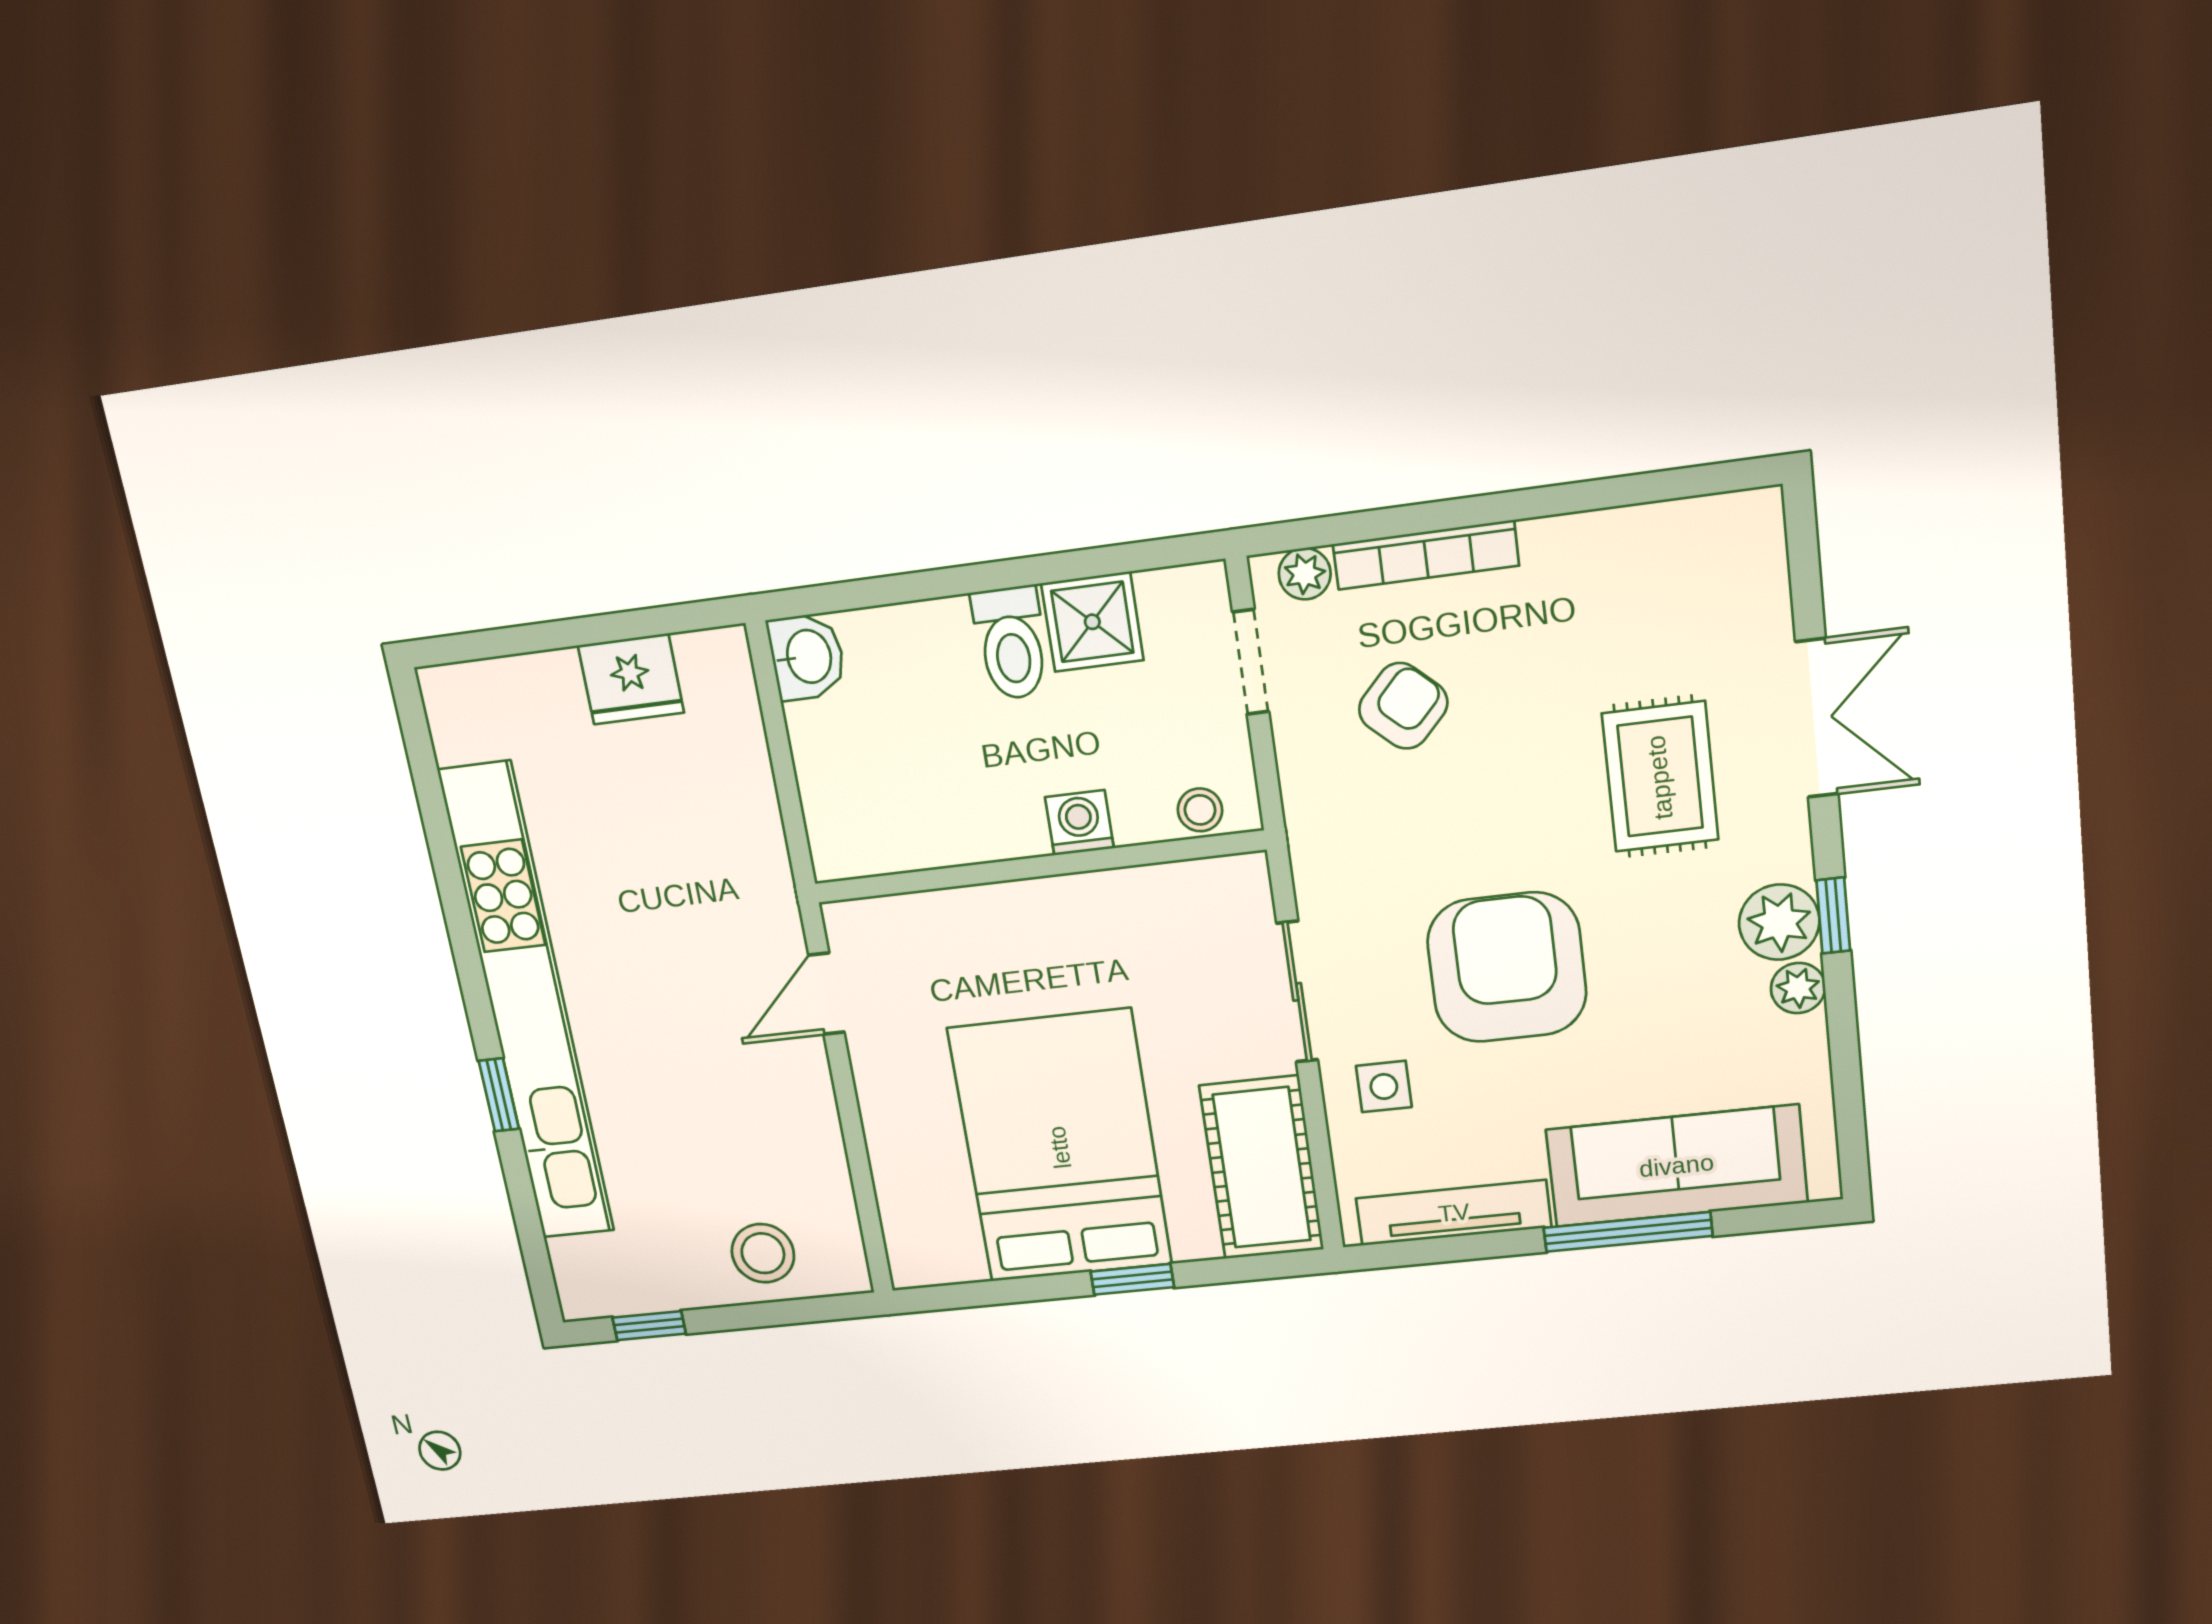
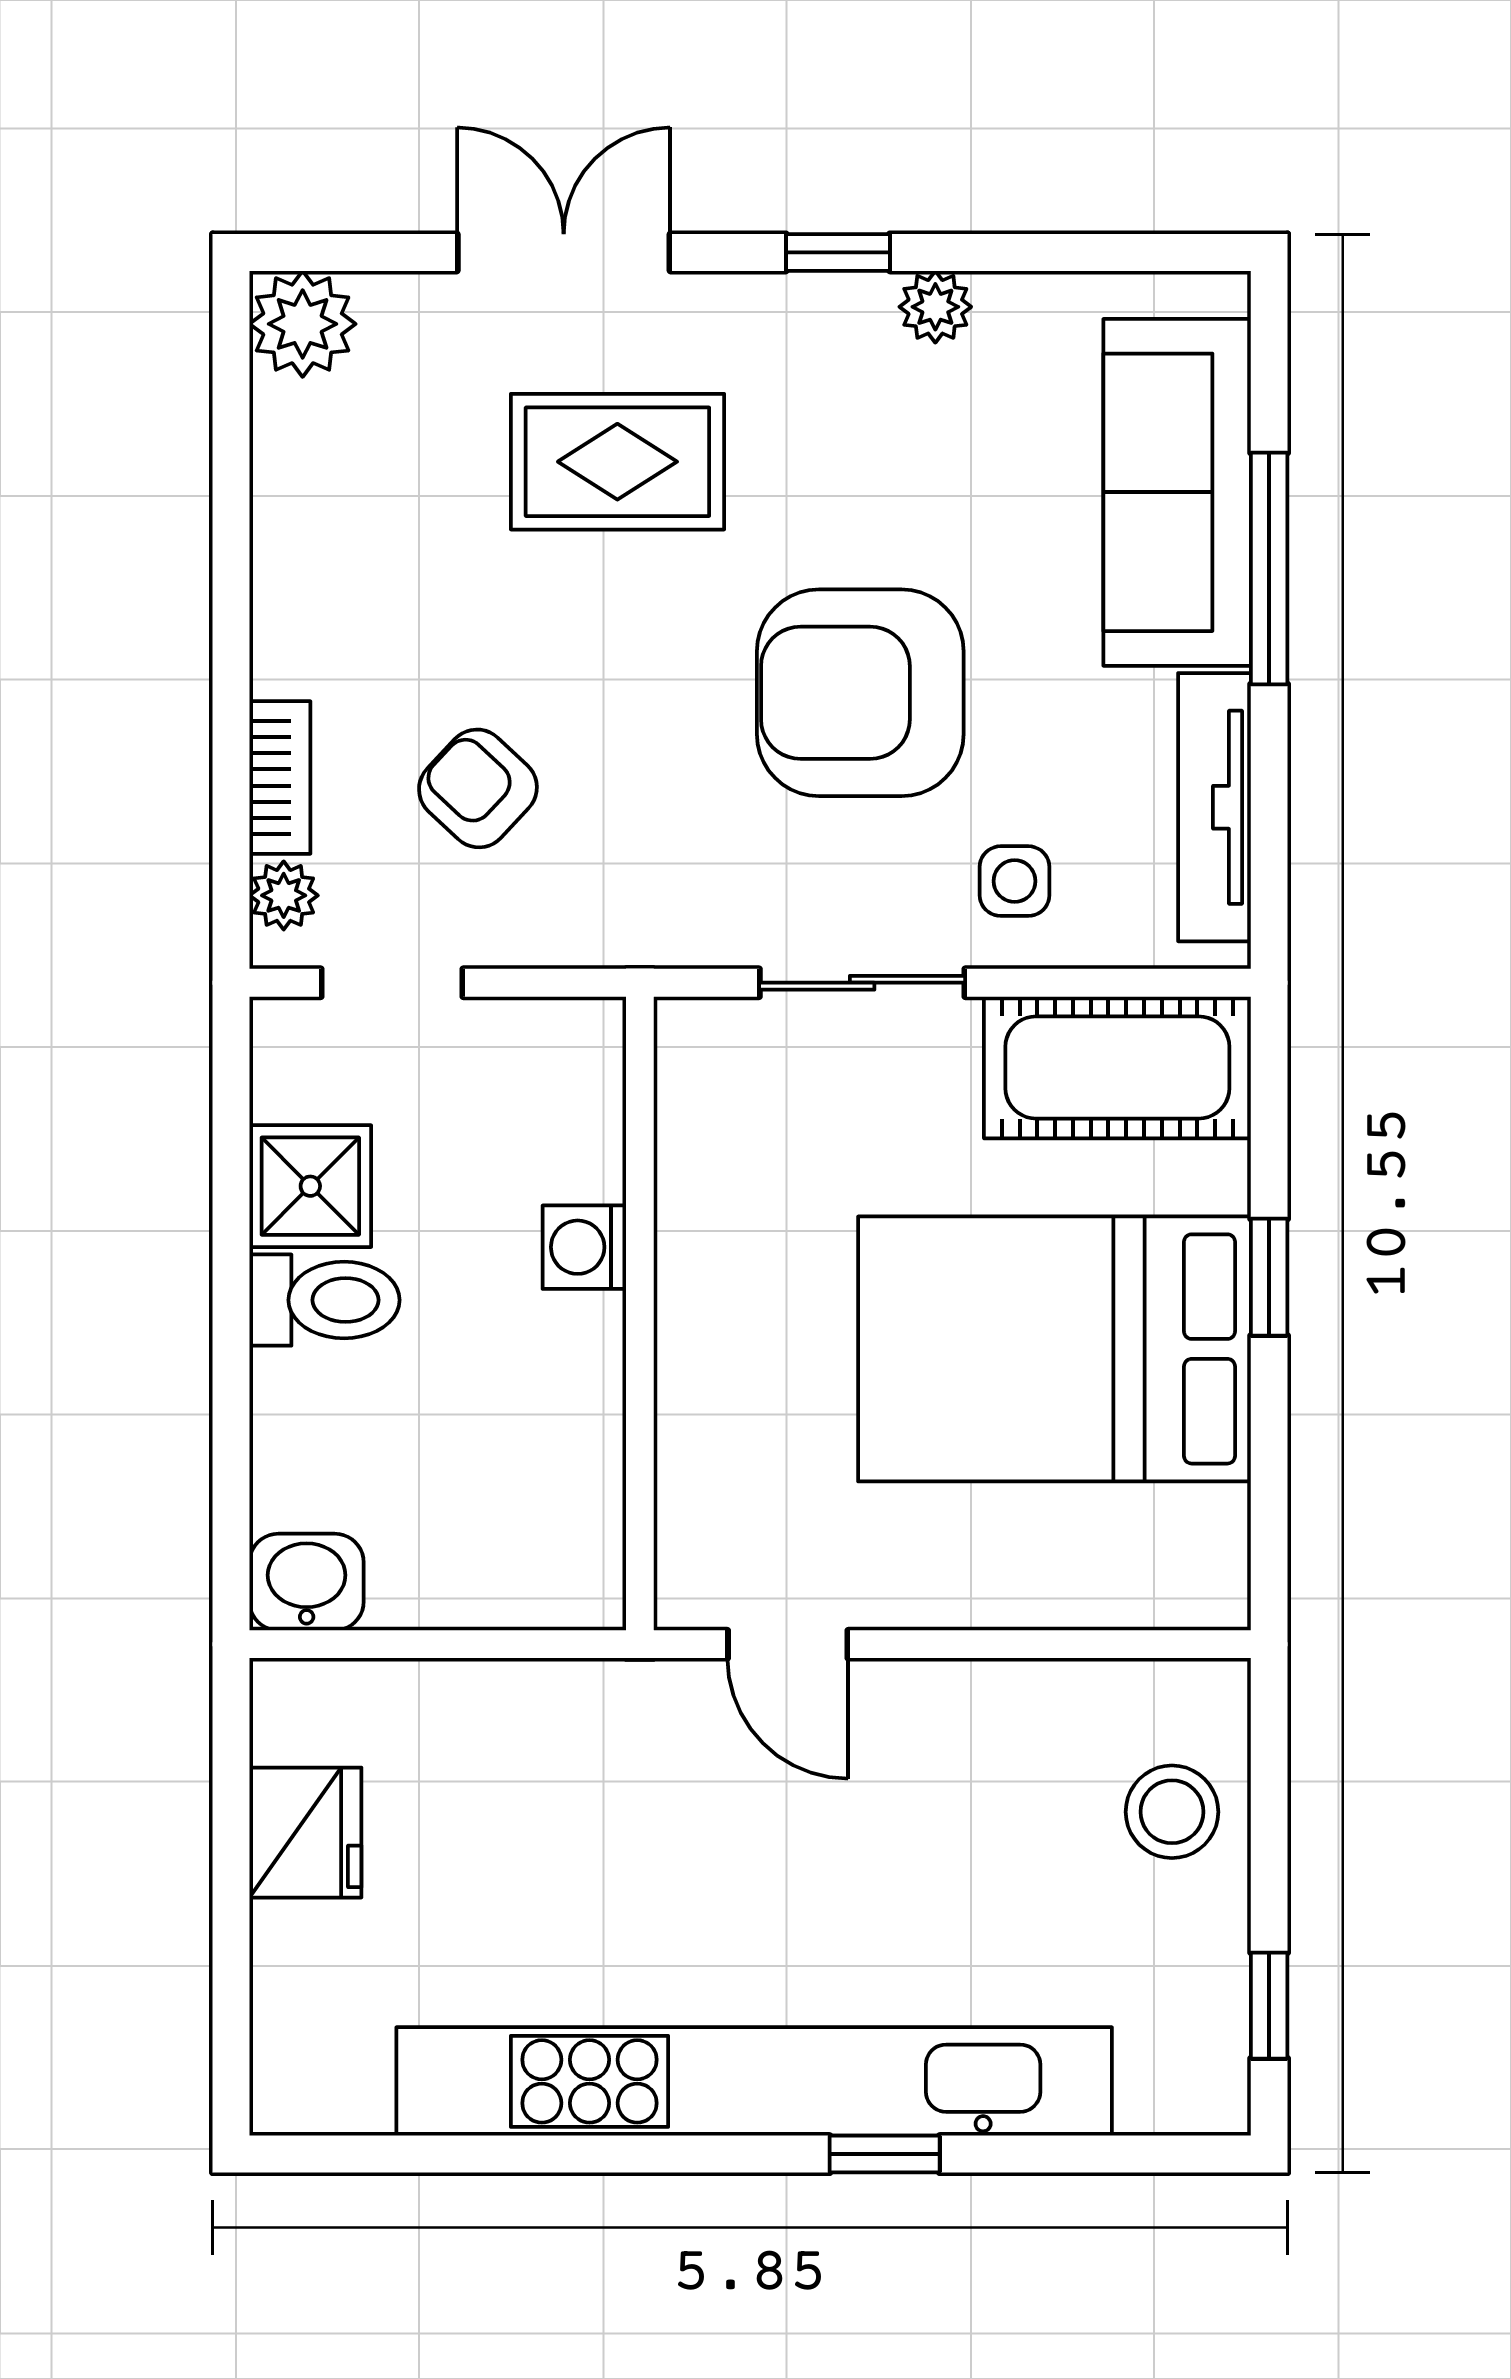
bookcase: (1426, 555) -> (280, 777), width x0.64
stool: (1200, 810) -> (587, 1080), removed
plant: (1779, 922) -> (303, 324), moved

